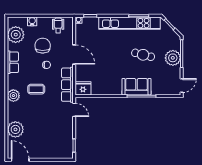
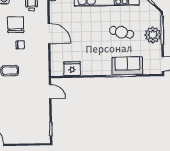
row of seats: (67, 85) -> (43, 65), removed
sofa: (136, 87) -> (127, 66), moved
fridge: (83, 88) -> (72, 69), moved

